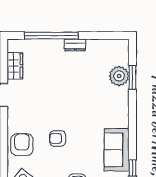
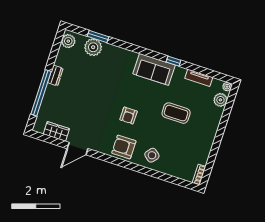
plant: (117, 47) -> (68, 41), added

